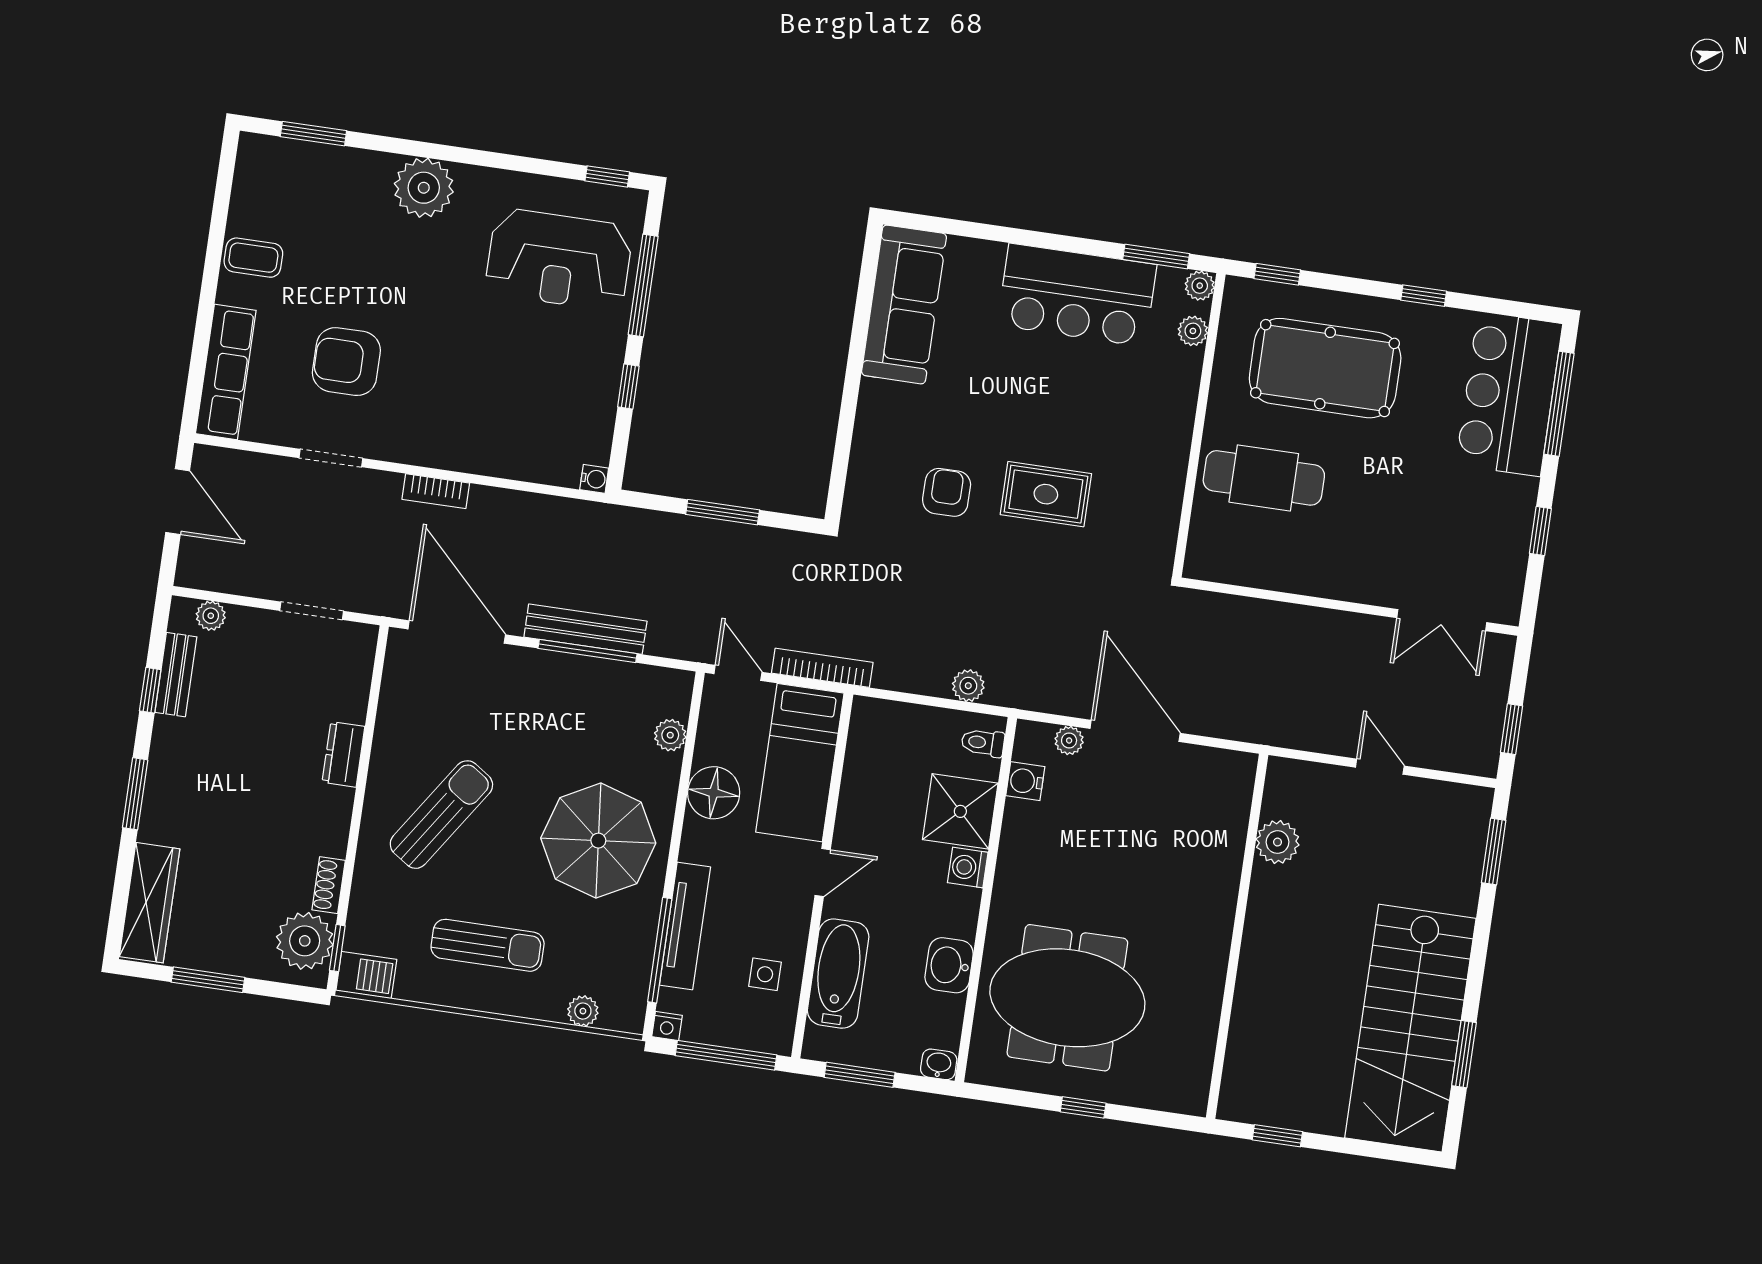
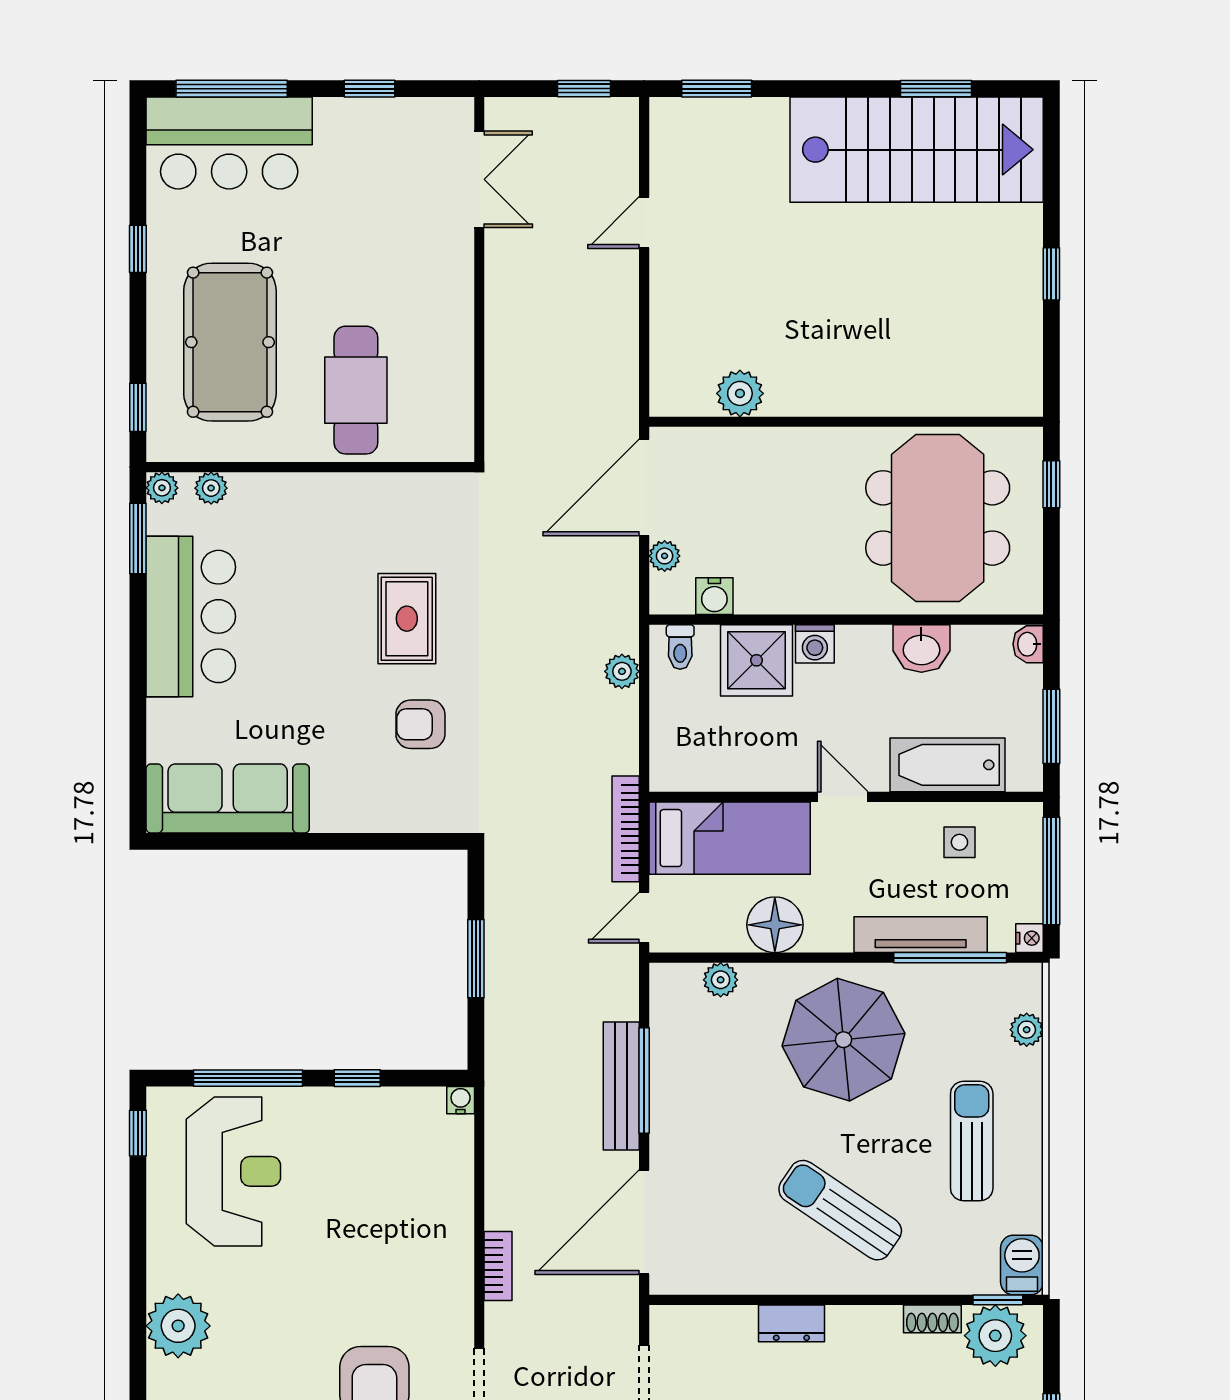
plant: (1278, 842) -> (740, 393), moved
wall: (1237, 936) -> (846, 422), moved

